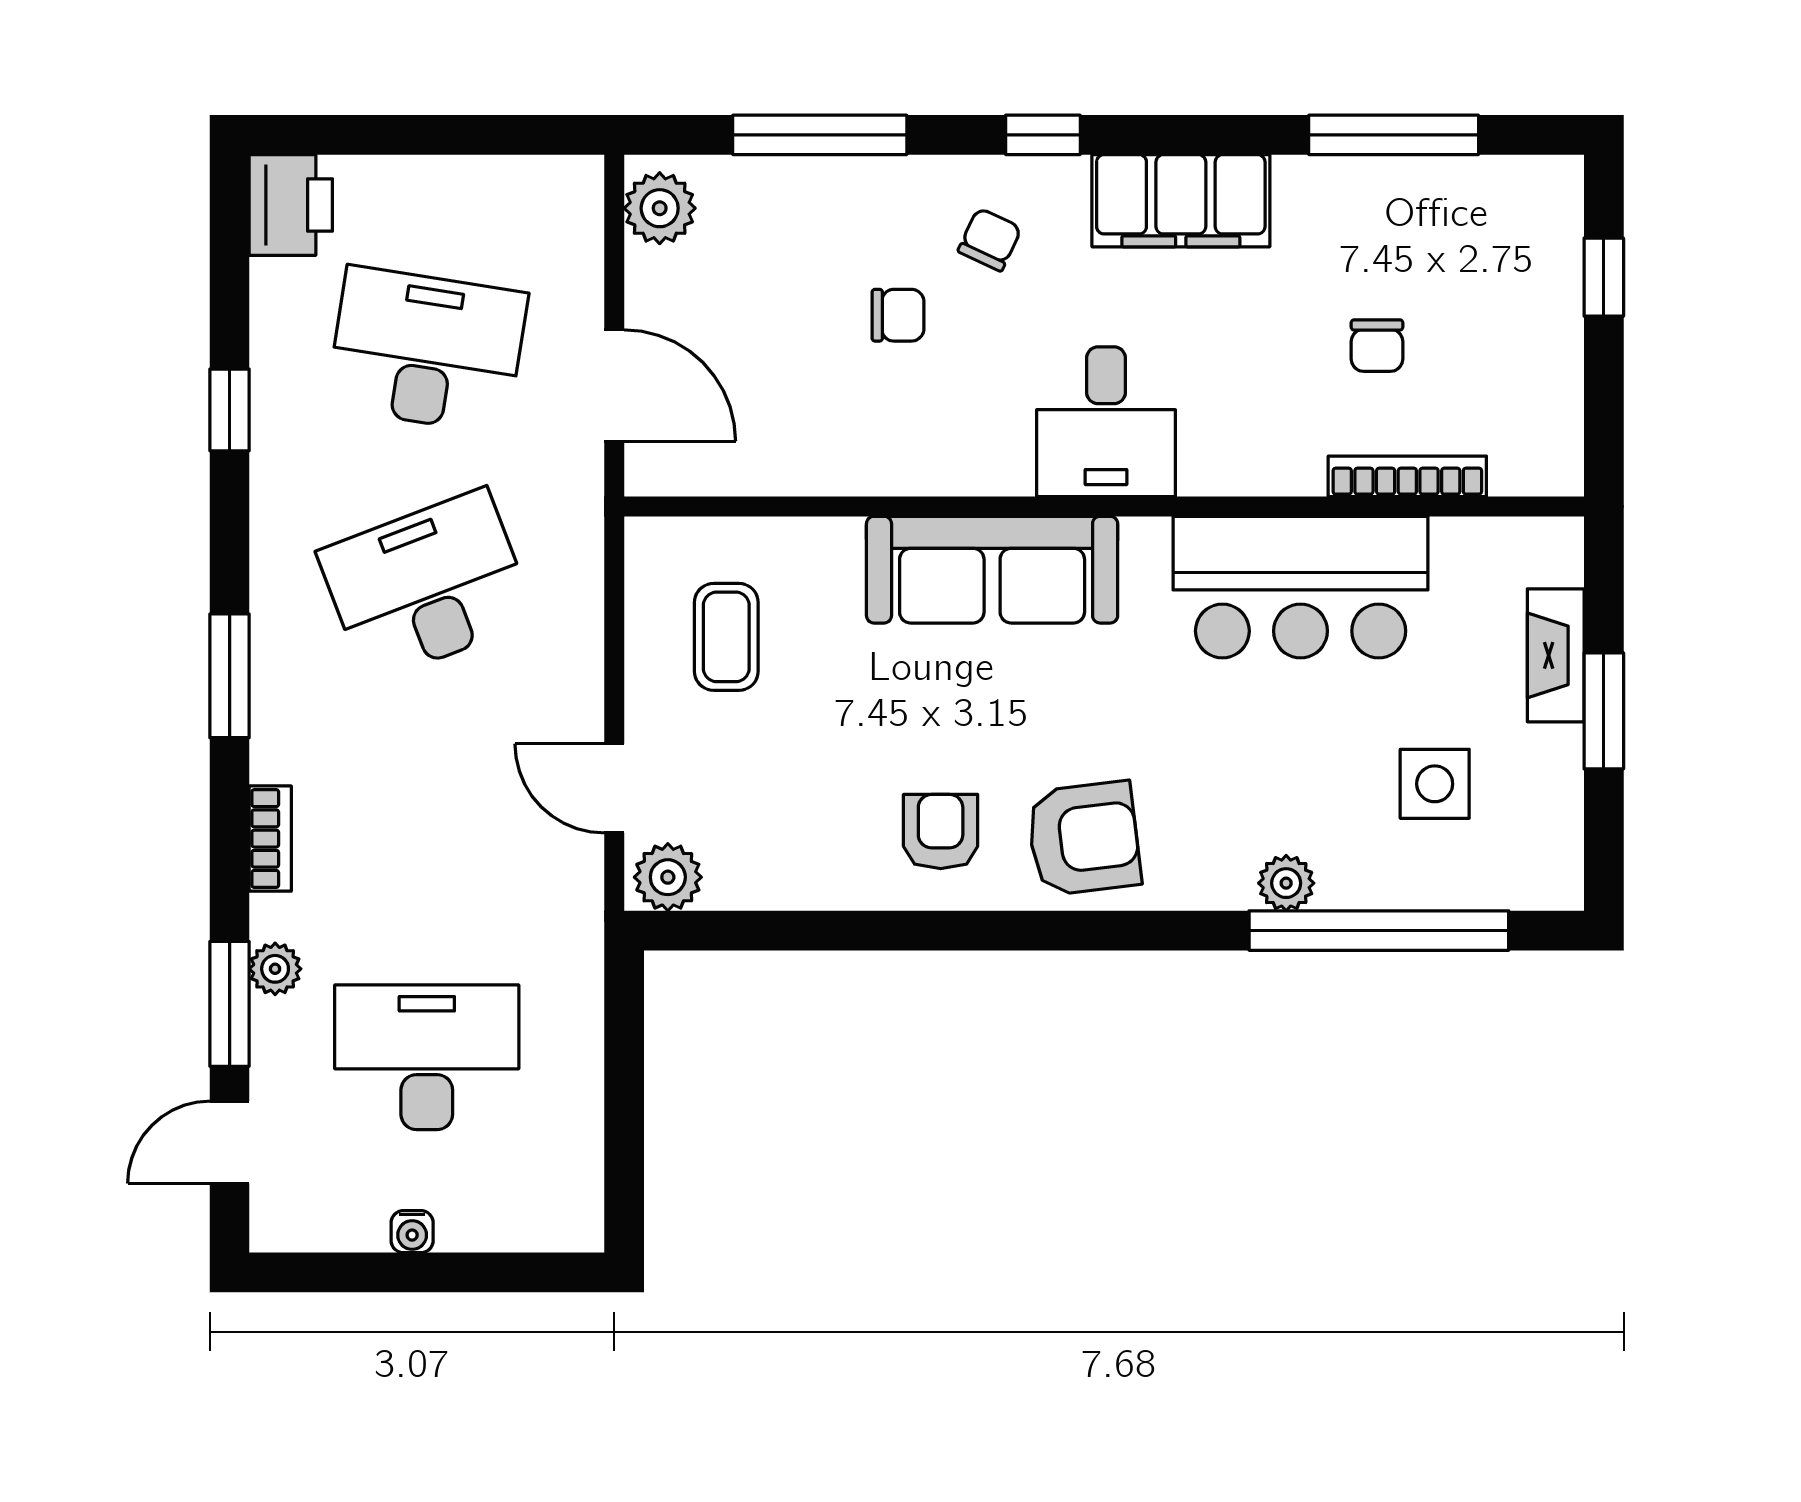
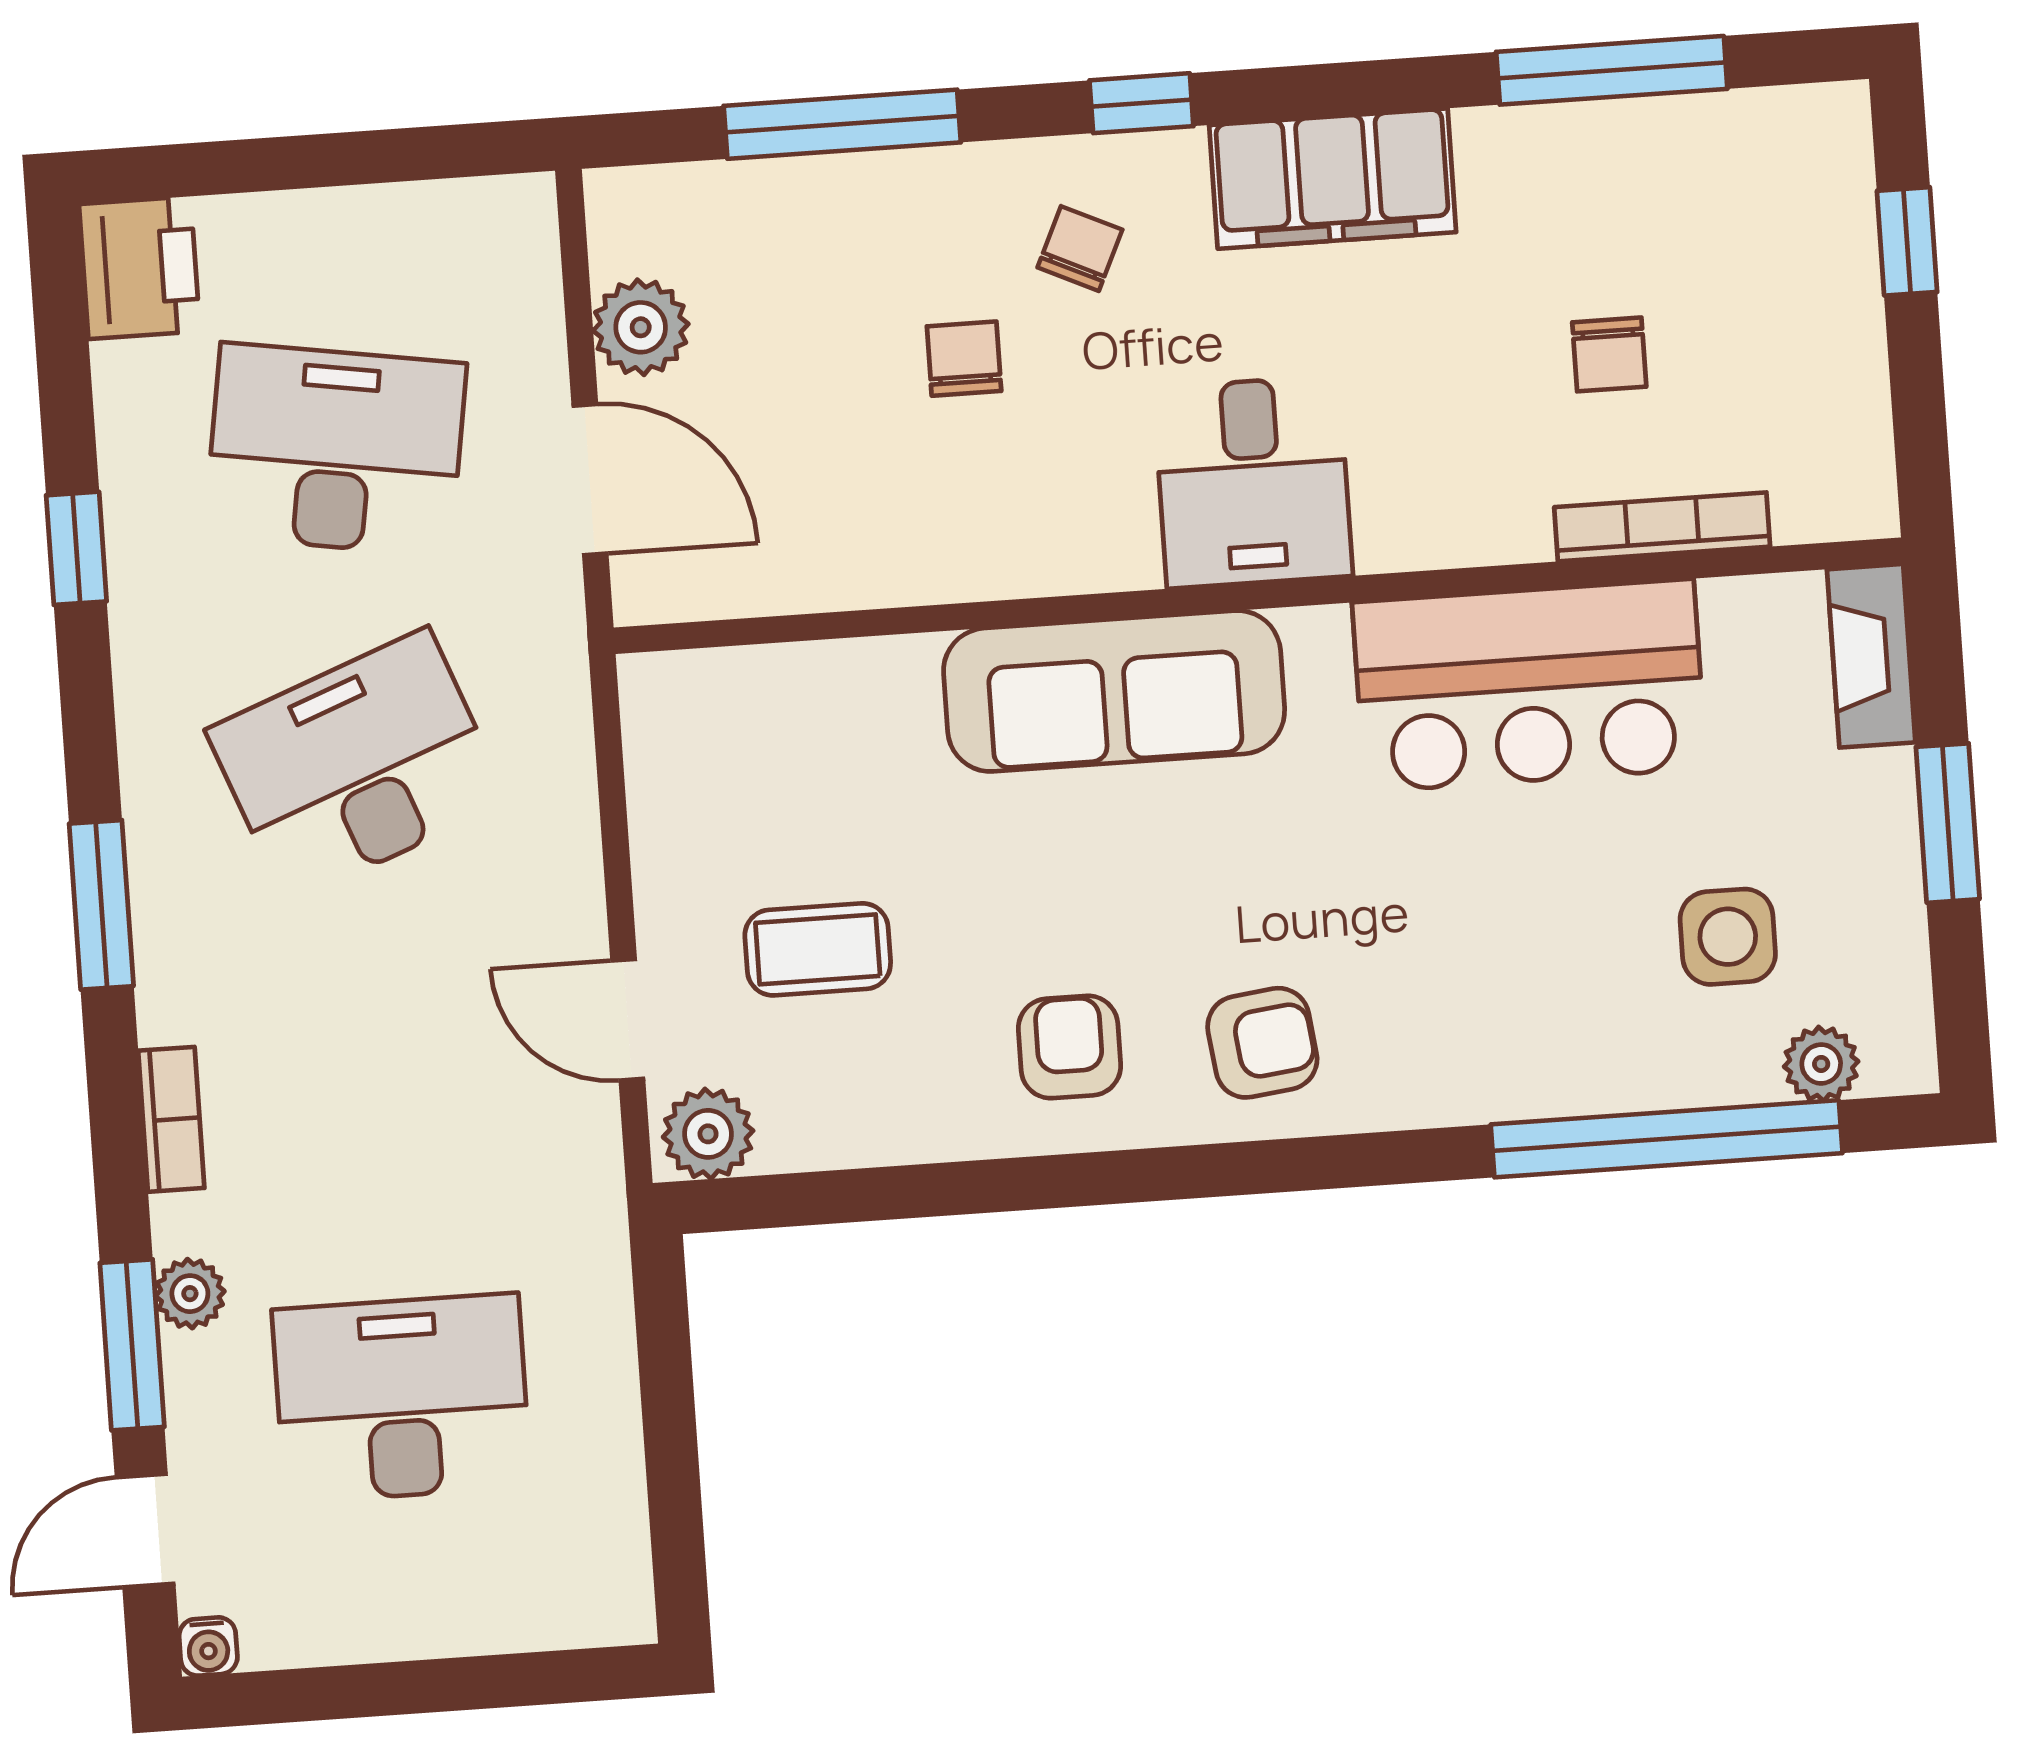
plant: (660, 208) -> (641, 327), moved
chair: (898, 315) -> (964, 359), turned -90
coffee table: (726, 637) -> (818, 949), moved, turned 90
fireplace: (1556, 655) -> (1871, 656), moved
armchair: (1084, 838) -> (1262, 1043), width x0.72, depth x0.72
plant: (1286, 883) -> (1821, 1064), moved
water cooler: (412, 1232) -> (208, 1647), moved

